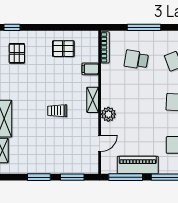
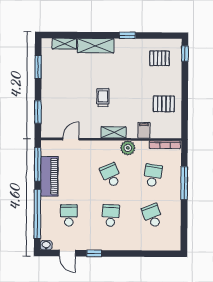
pallet: (63, 49) -> (164, 104), turned 90
school desk: (136, 102) -> (111, 175), added
plant: (108, 114) -> (128, 148), moved
door: (100, 143) -> (71, 139), swing flipped
window: (39, 177) -> (38, 67), moved

